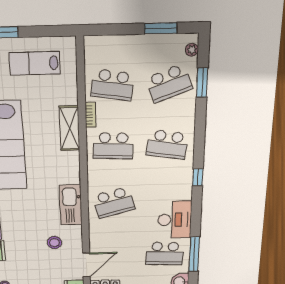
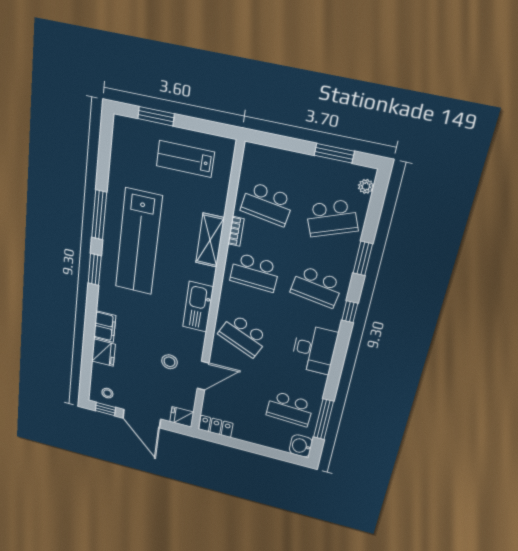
window: (202, 83) -> (363, 258), moved
window: (198, 177) -> (350, 312), moved
school desk: (114, 202) -> (243, 336), turned 39
kitchen sink: (71, 205) -> (198, 307), moved
desk: (175, 220) -> (314, 349), moved
door: (86, 265) -> (203, 376), moved

